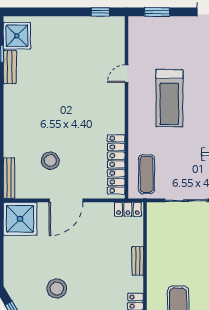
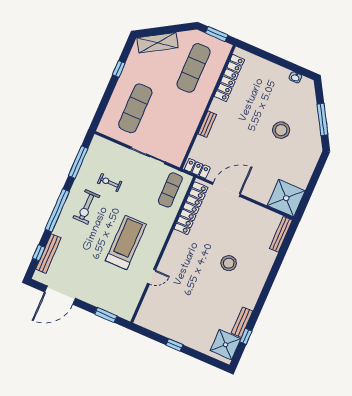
window: (100, 12) -> (174, 345), moved
stool: (50, 161) -> (229, 263), moved
door: (66, 200) -> (226, 189), moved

